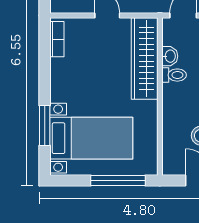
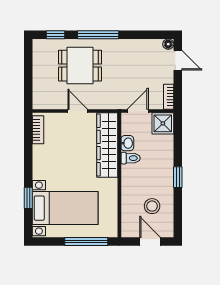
window: (45, 125) -> (28, 198), width x0.67

